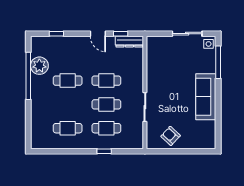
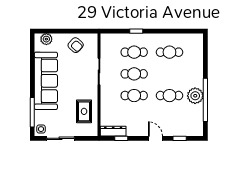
door: (98, 34) -> (156, 138), moved
rug: (161, 63) -> (84, 111), added
plant: (39, 66) -> (195, 96), moved
sofa: (206, 97) -> (46, 81), width x1.36, depth x1.27
plant: (203, 143) -> (46, 39), added

